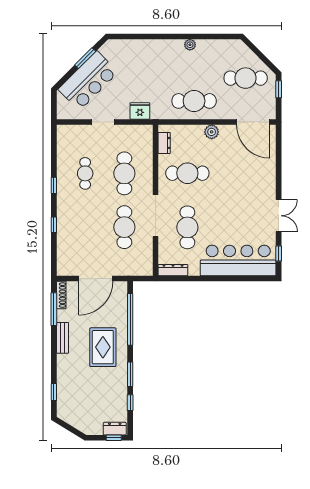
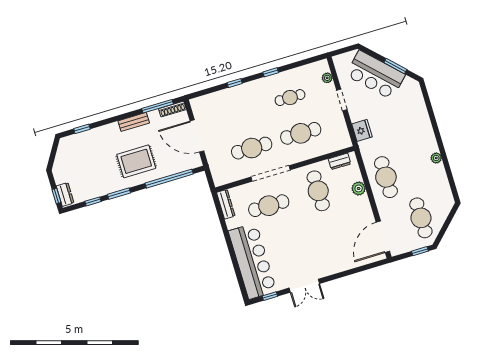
plant: (77, 130) -> (327, 78), added
plant: (212, 132) -> (359, 188), moved

